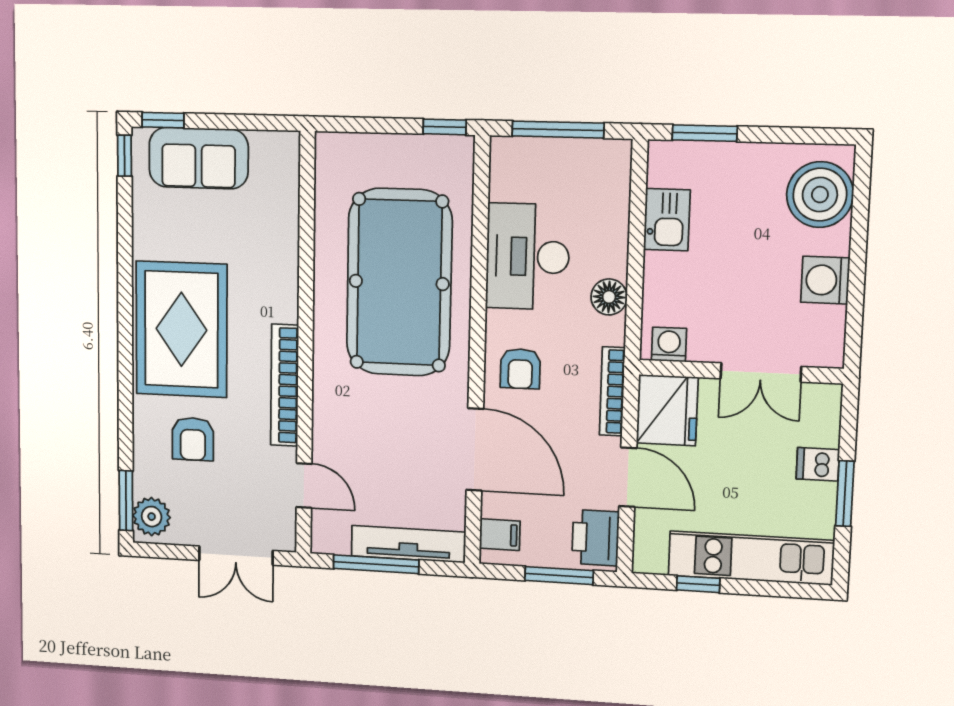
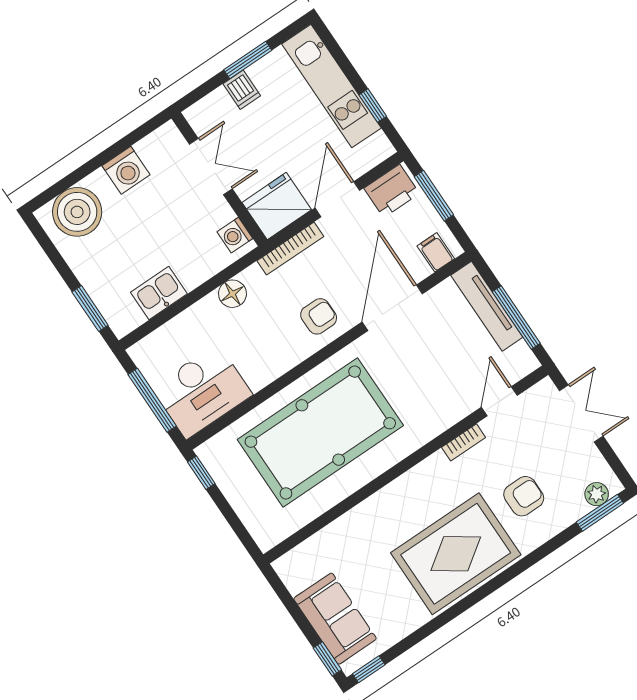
desk: (528, 257) -> (202, 391), moved
bookcase: (285, 385) -> (464, 442), width x0.43, depth x0.76
plant: (152, 517) -> (597, 494), width x0.73, depth x0.73

